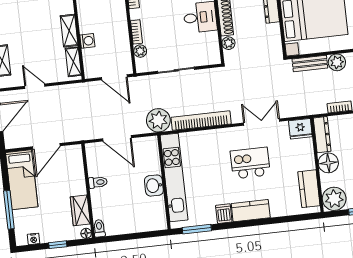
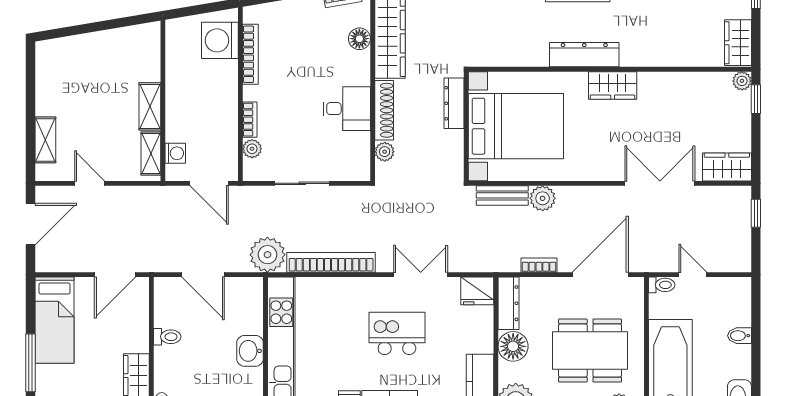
washing machine: (87, 41) -> (175, 153), moved
door: (46, 146) -> (115, 275), moved

